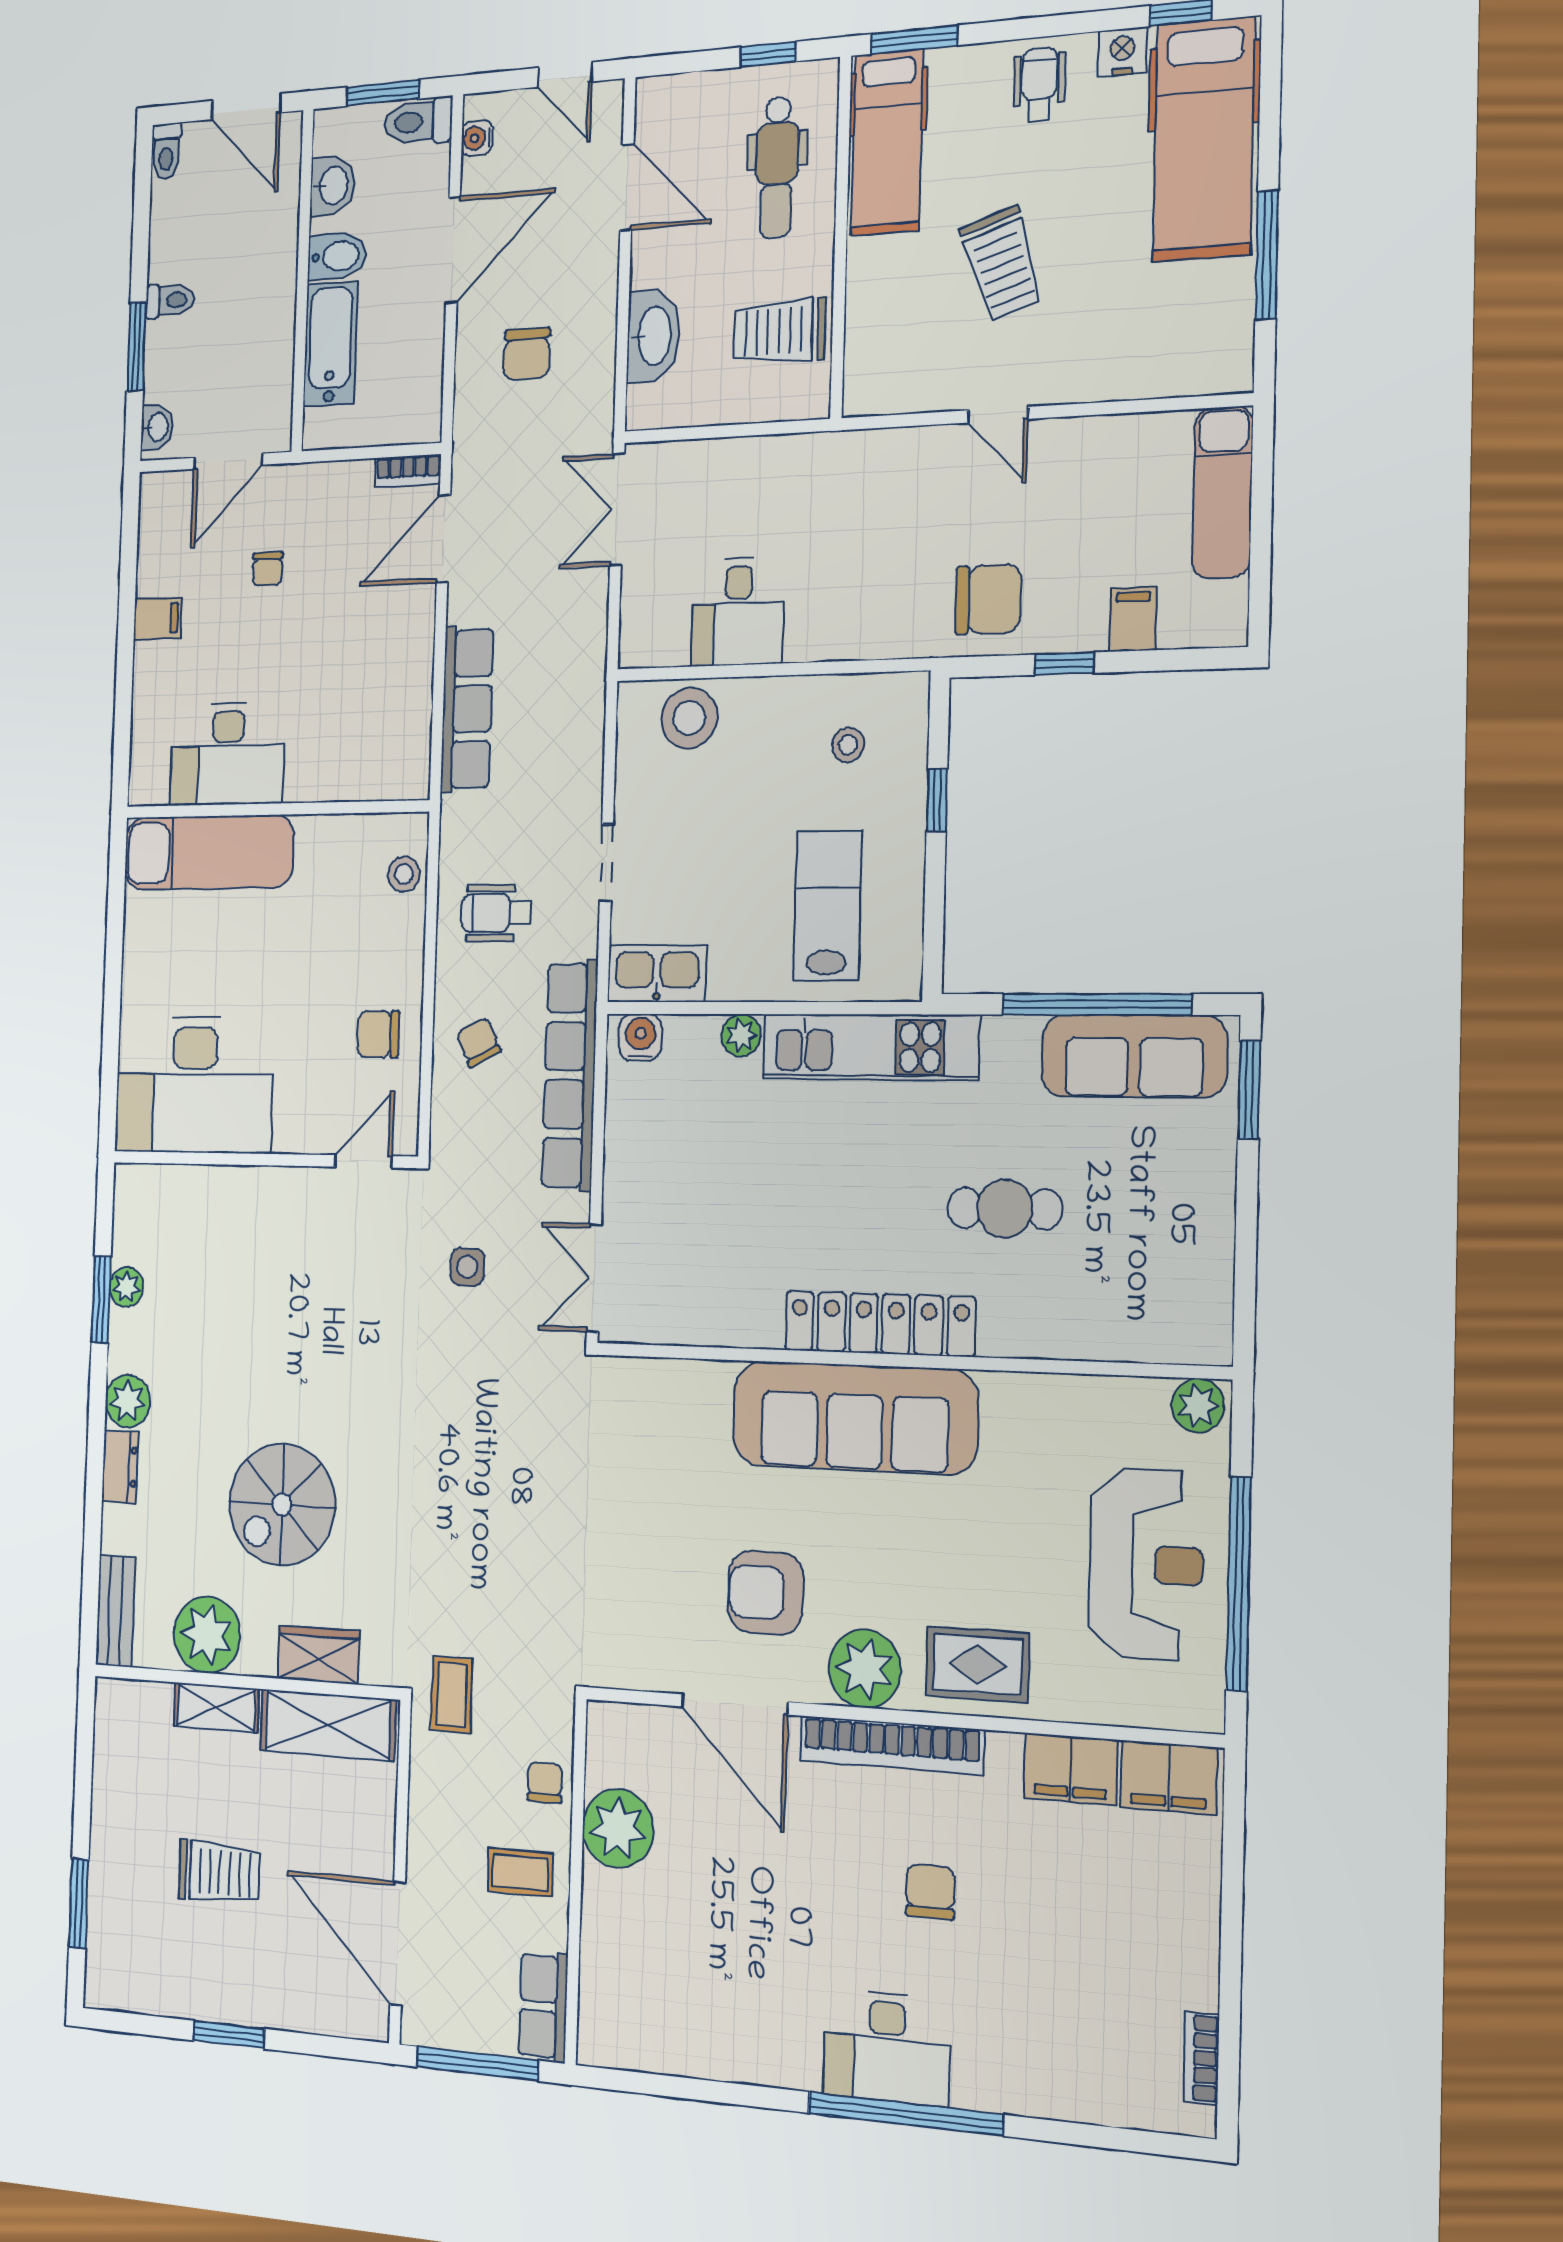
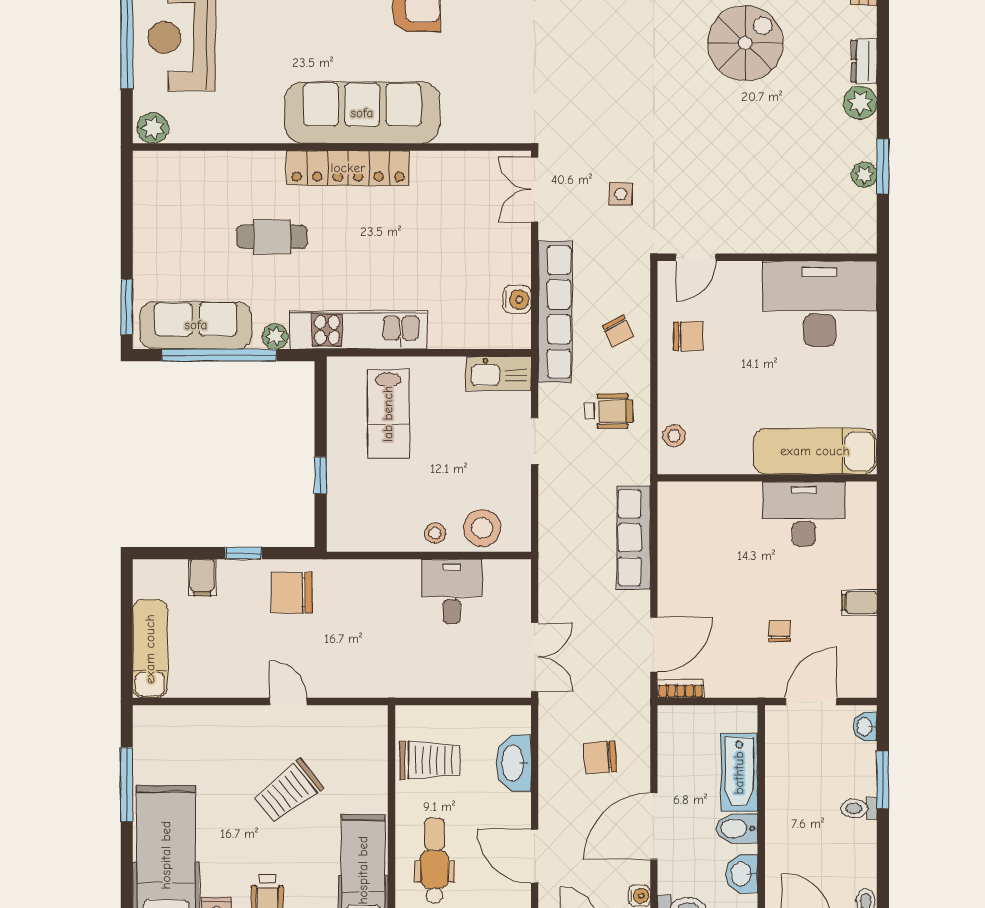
trolley: (1002, 264) -> (288, 791), turned -110
chair: (527, 354) -> (600, 757), turned -94
stool: (848, 745) -> (435, 533), moved
plant: (741, 1035) -> (275, 336), moved
water cooler: (640, 1037) -> (517, 299), moved, turned -90
double door: (594, 1278) -> (535, 190), swing flipped

